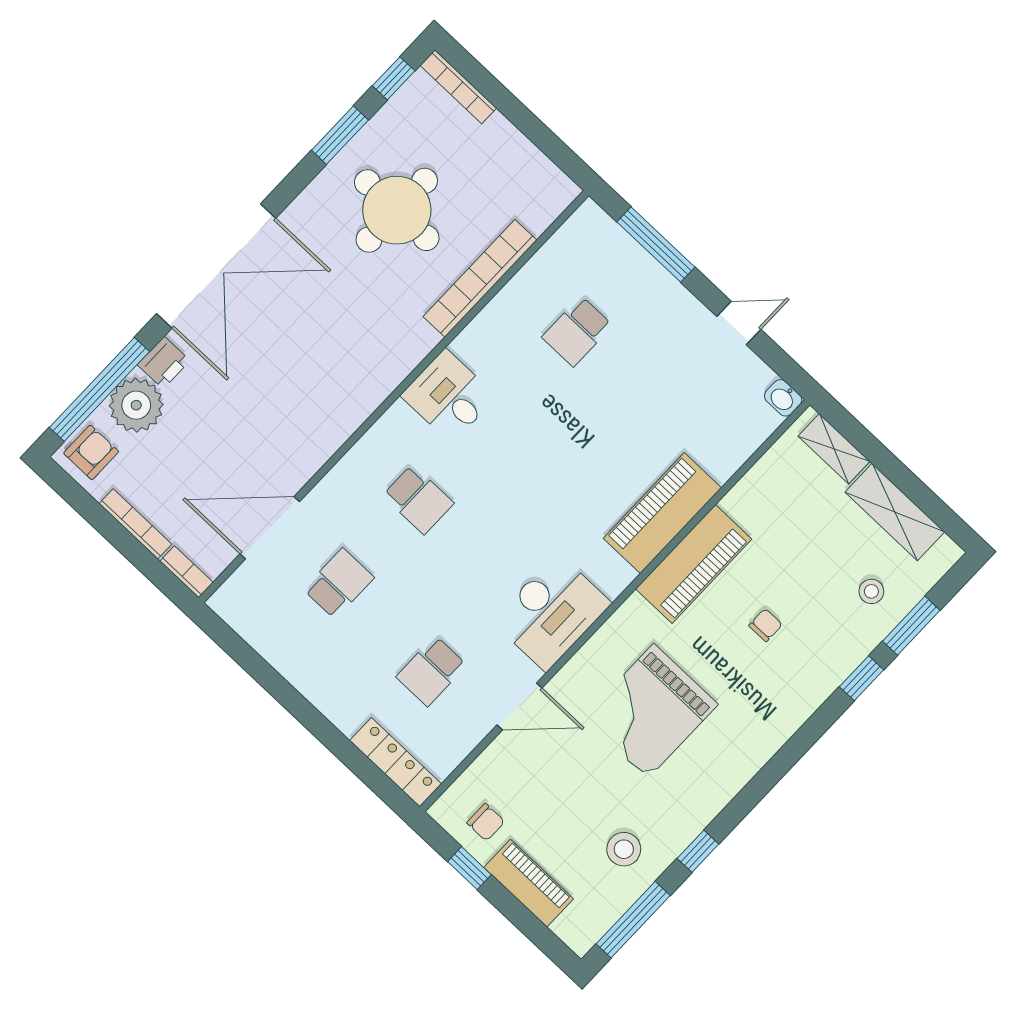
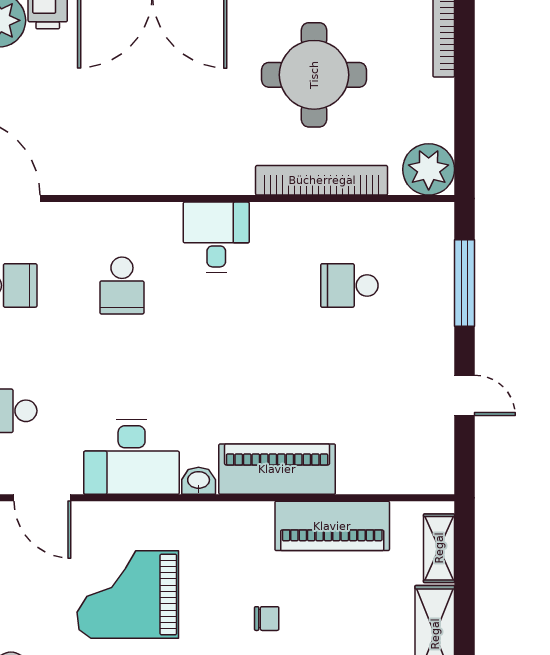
plant: (547, 192) -> (429, 169), added
washbasin: (783, 398) -> (199, 481), moved, turned 90
piano: (694, 564) -> (332, 526), moved

